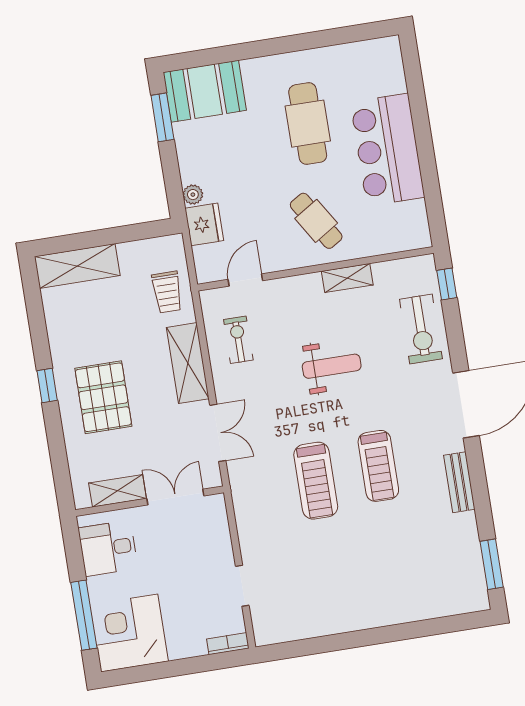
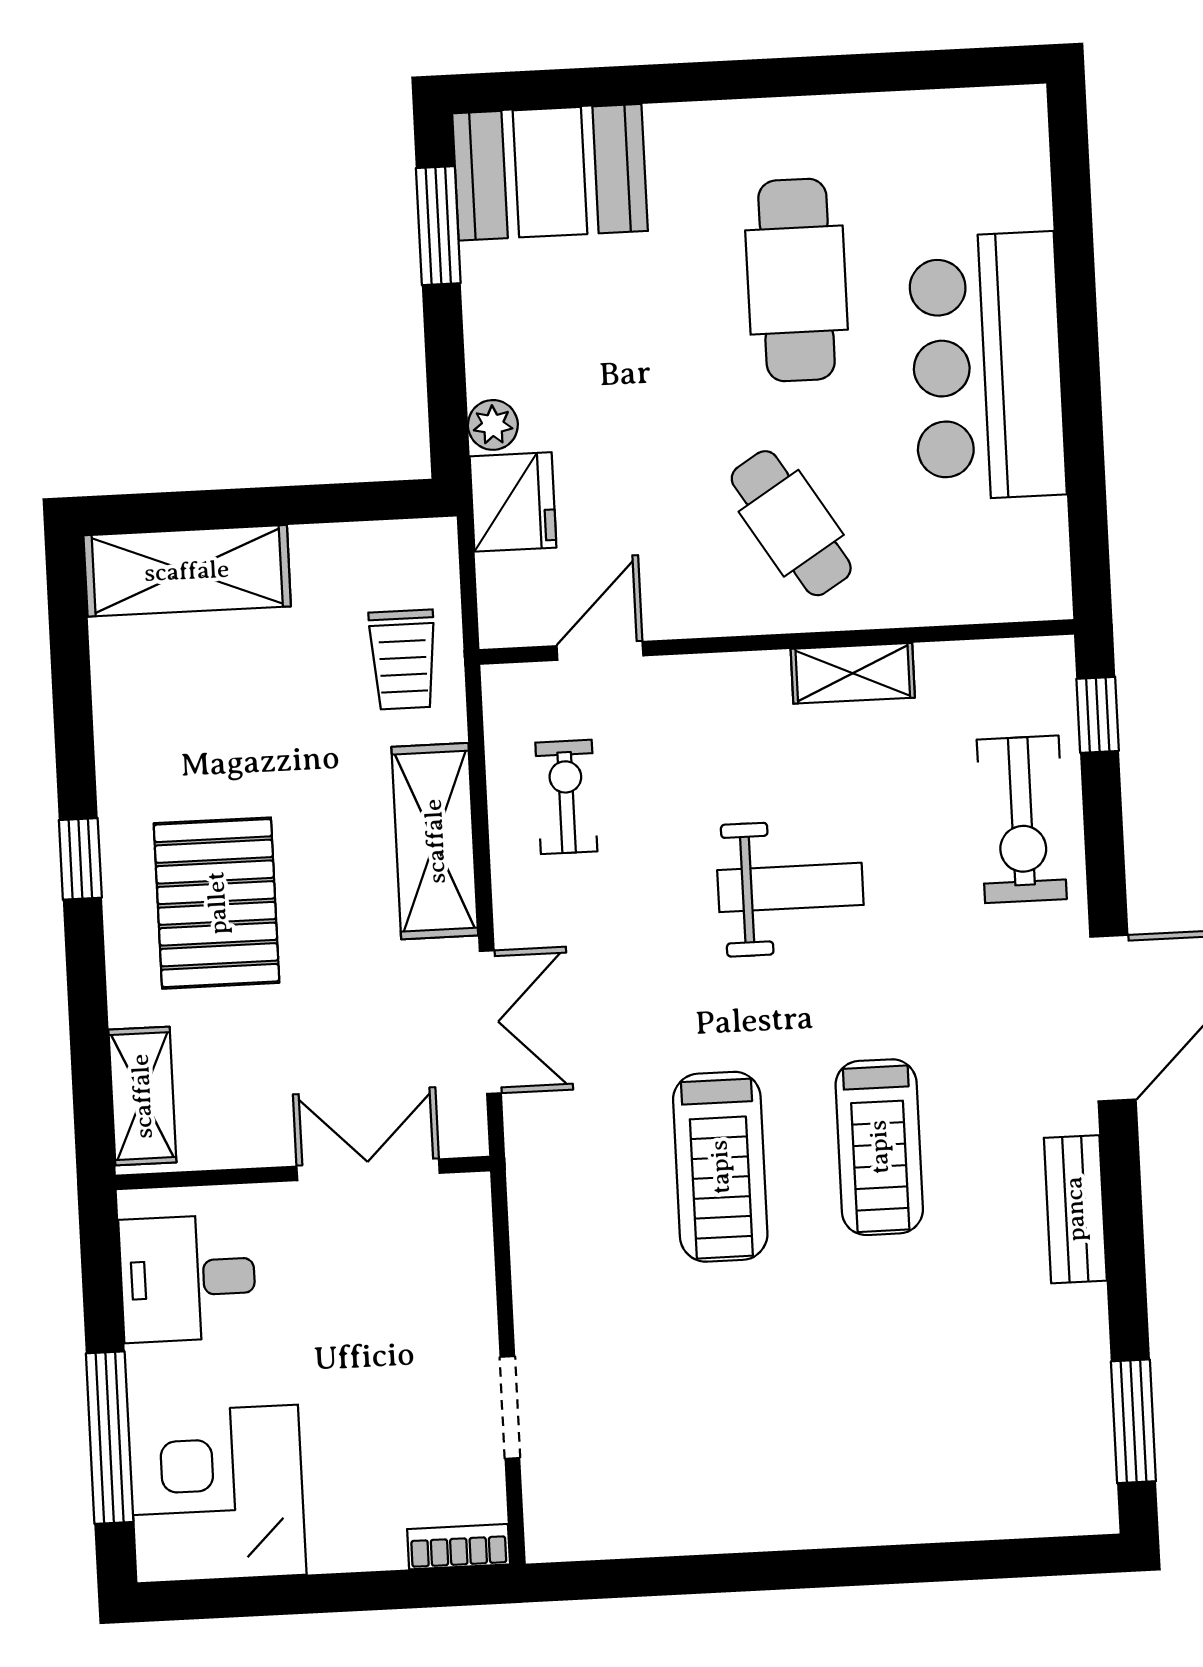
shelving: (118, 491) -> (142, 1096), moved, turned 90

